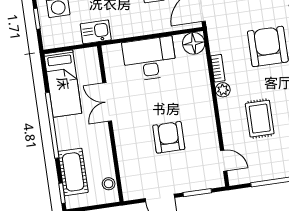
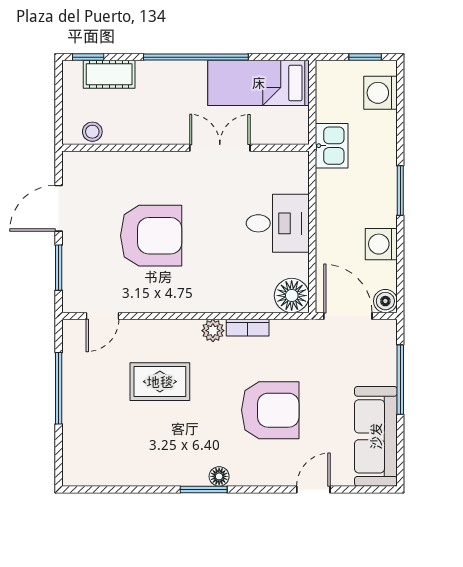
desk: (149, 59) -> (278, 223), width x0.73
armchair: (169, 137) -> (151, 236), width x1.36, depth x1.36
cot: (73, 172) -> (109, 74), width x0.73, depth x0.75

